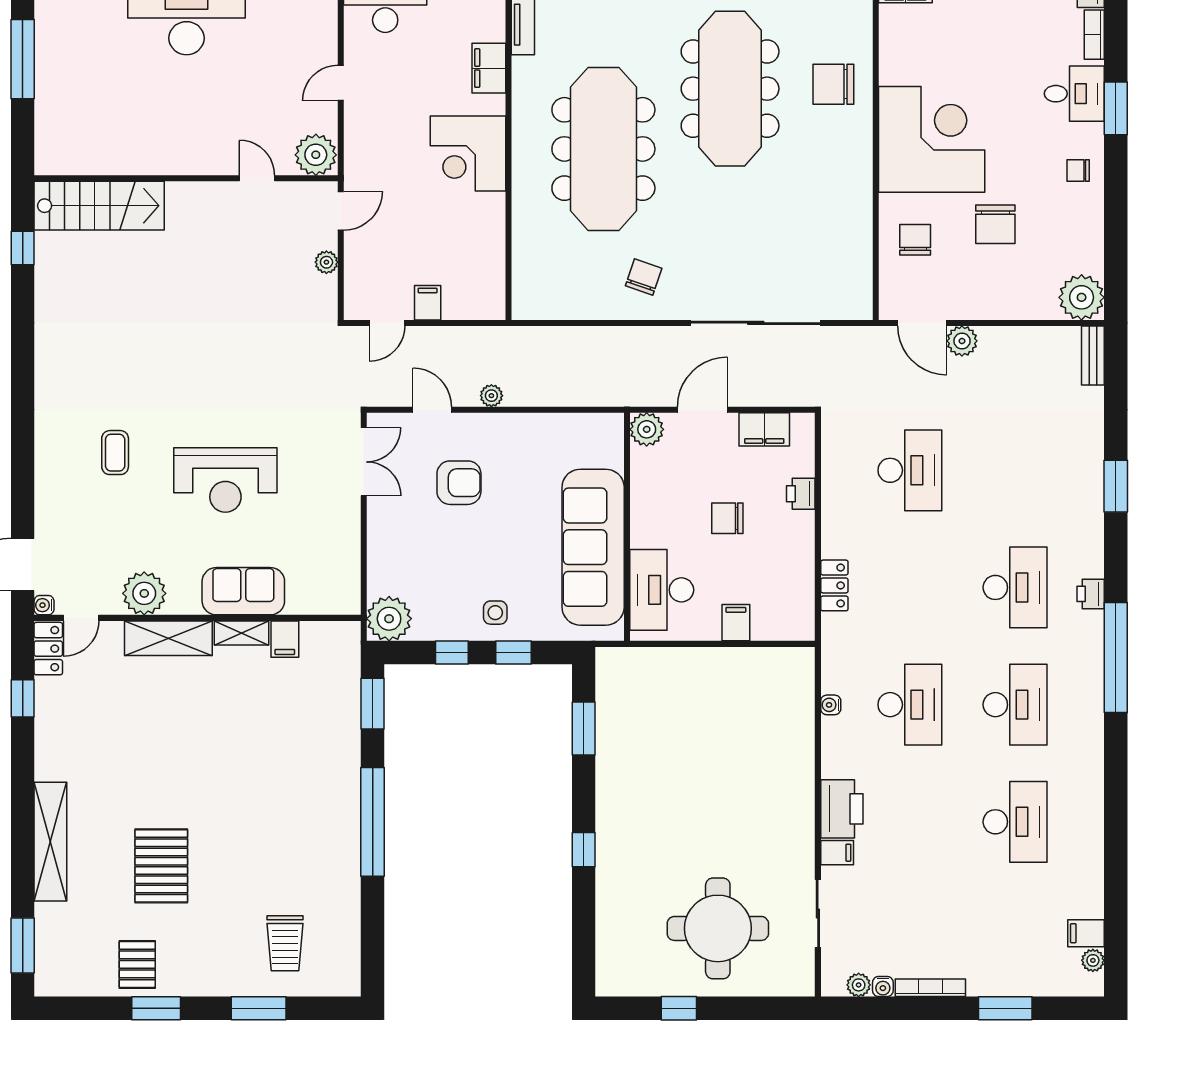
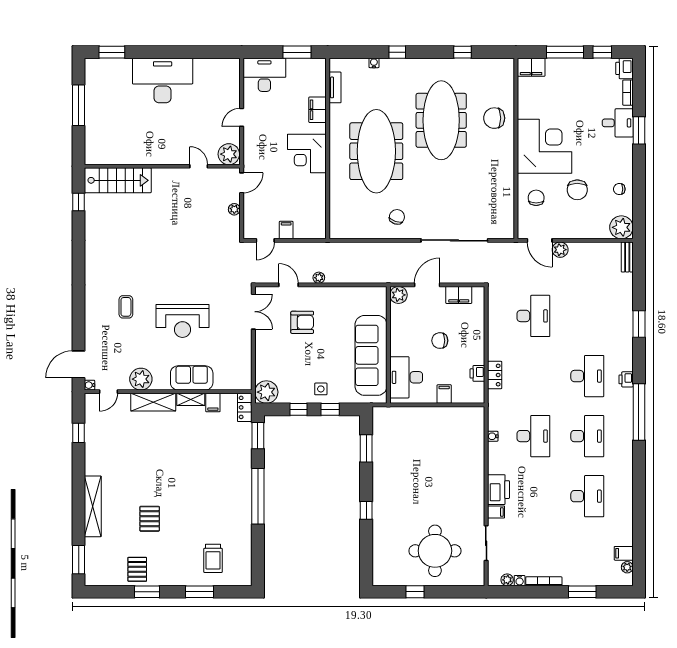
chair: (1078, 171) -> (619, 189), moved
printer: (801, 494) -> (477, 373), moved
locker: (48, 649) -> (245, 407), moved, turned 180
pallet: (161, 866) -> (150, 519), width x0.67, depth x0.71

